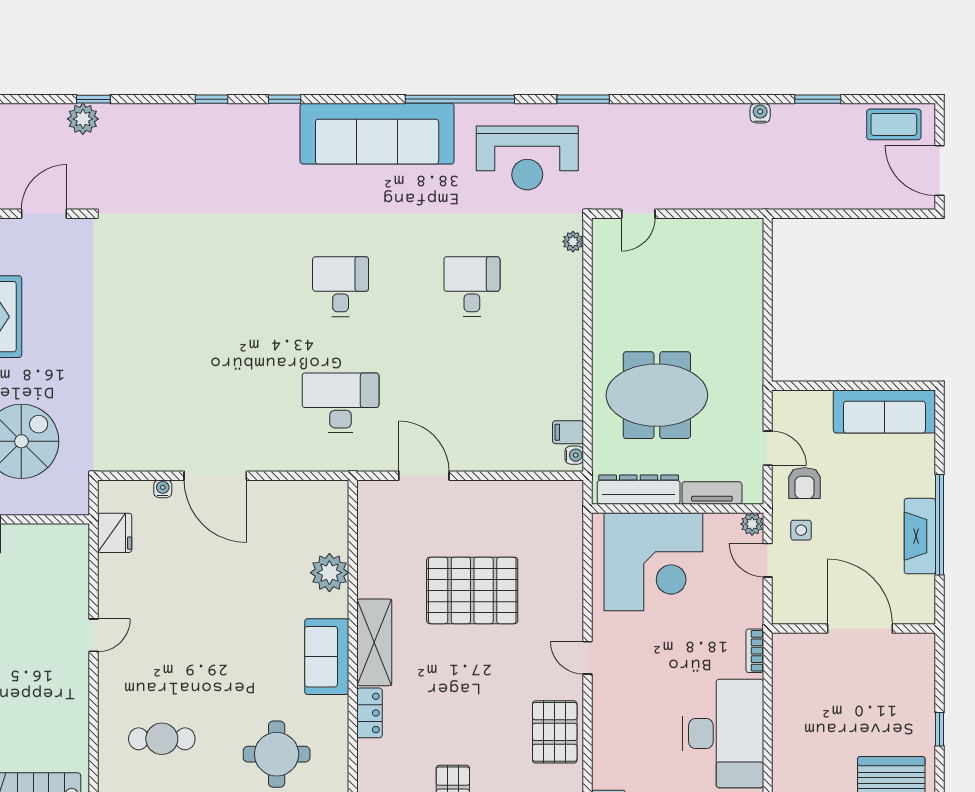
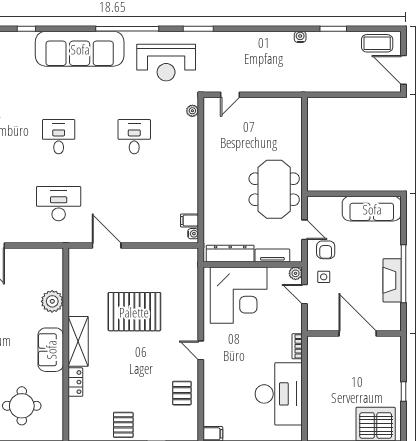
meeting table: (657, 395) -> (274, 189), moved, turned 90
pallet: (555, 732) -> (182, 393), width x0.67, depth x0.71

